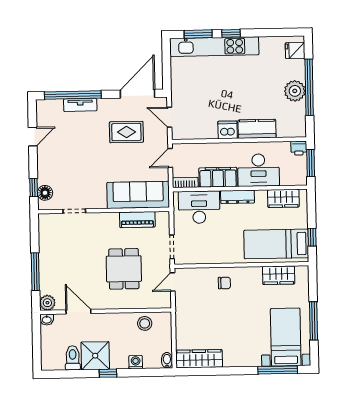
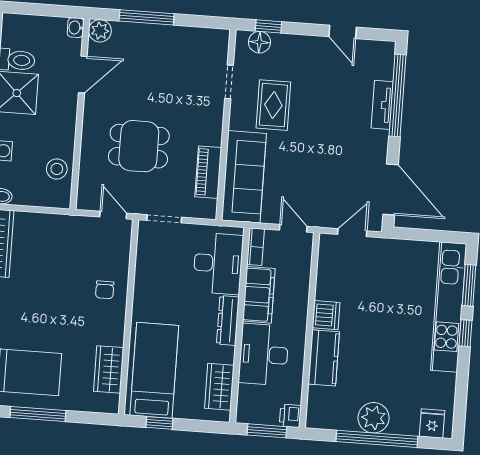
rug: (126, 132) -> (273, 105), moved

